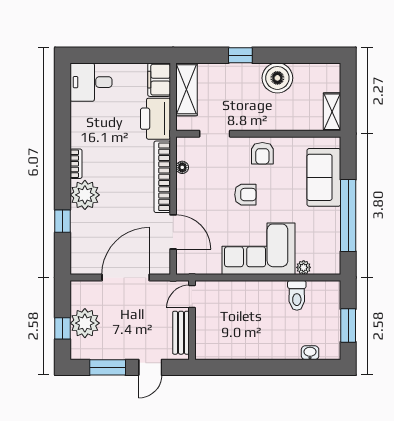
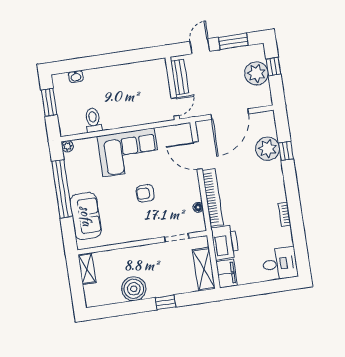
armchair: (262, 153) -> (137, 228), removed
bookcase: (76, 164) -> (285, 214), moved
plant: (85, 195) -> (268, 149), moved
plant: (304, 267) -> (67, 146), moved

